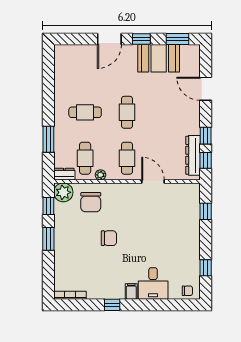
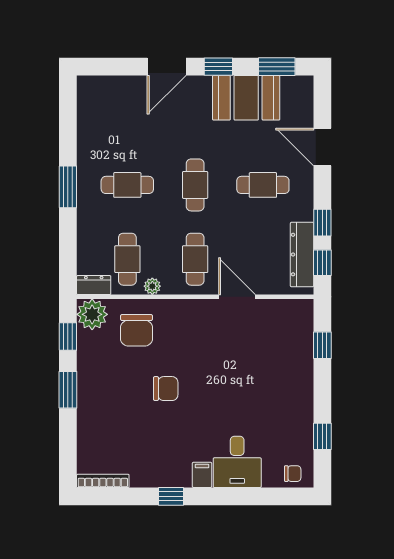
cafe table: (169, 112) -> (263, 185), added
window: (48, 139) -> (68, 187), moved

